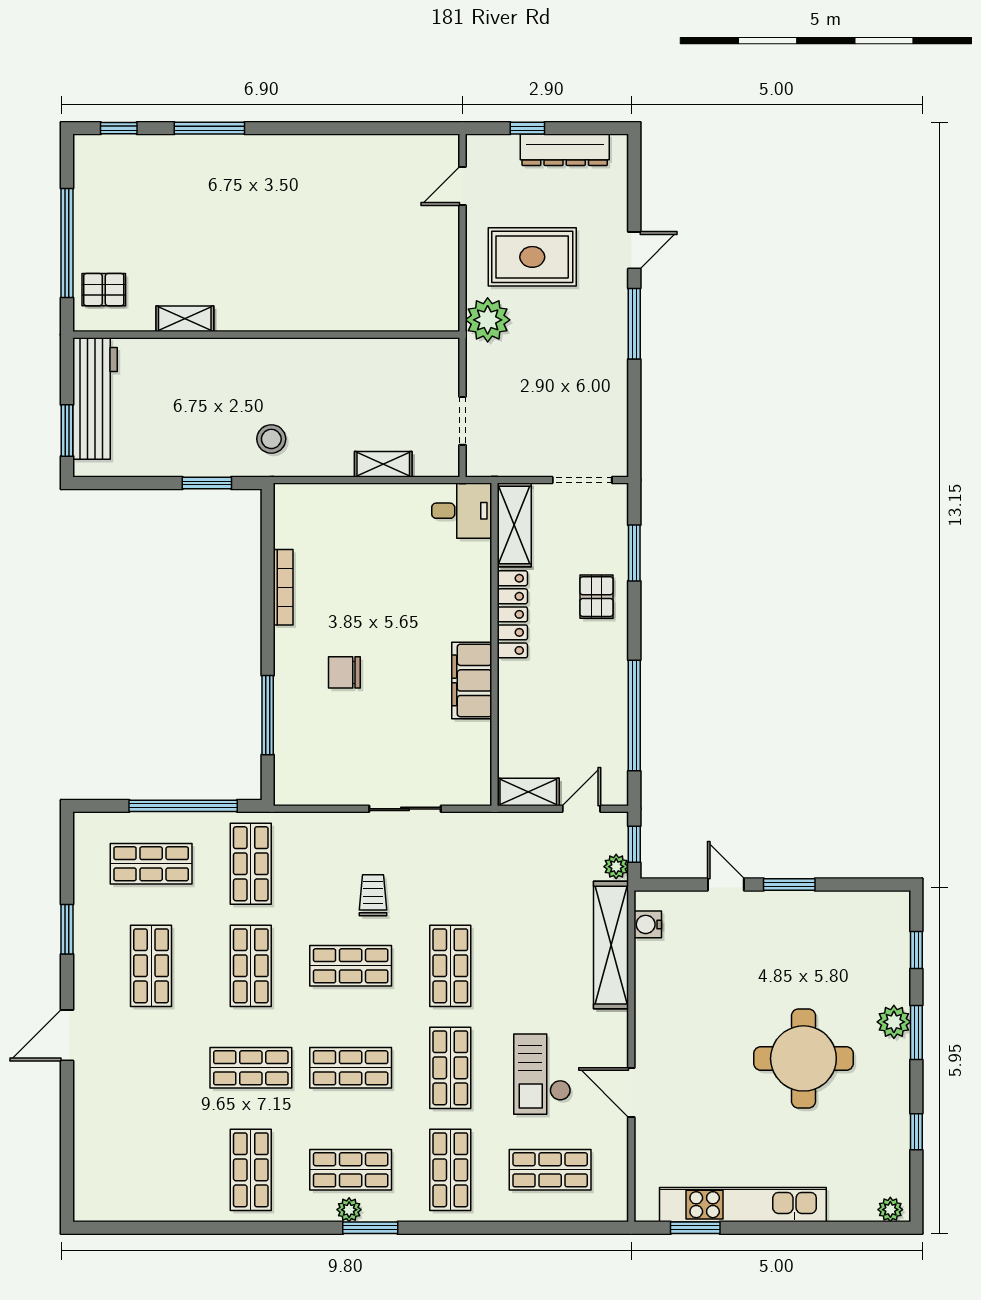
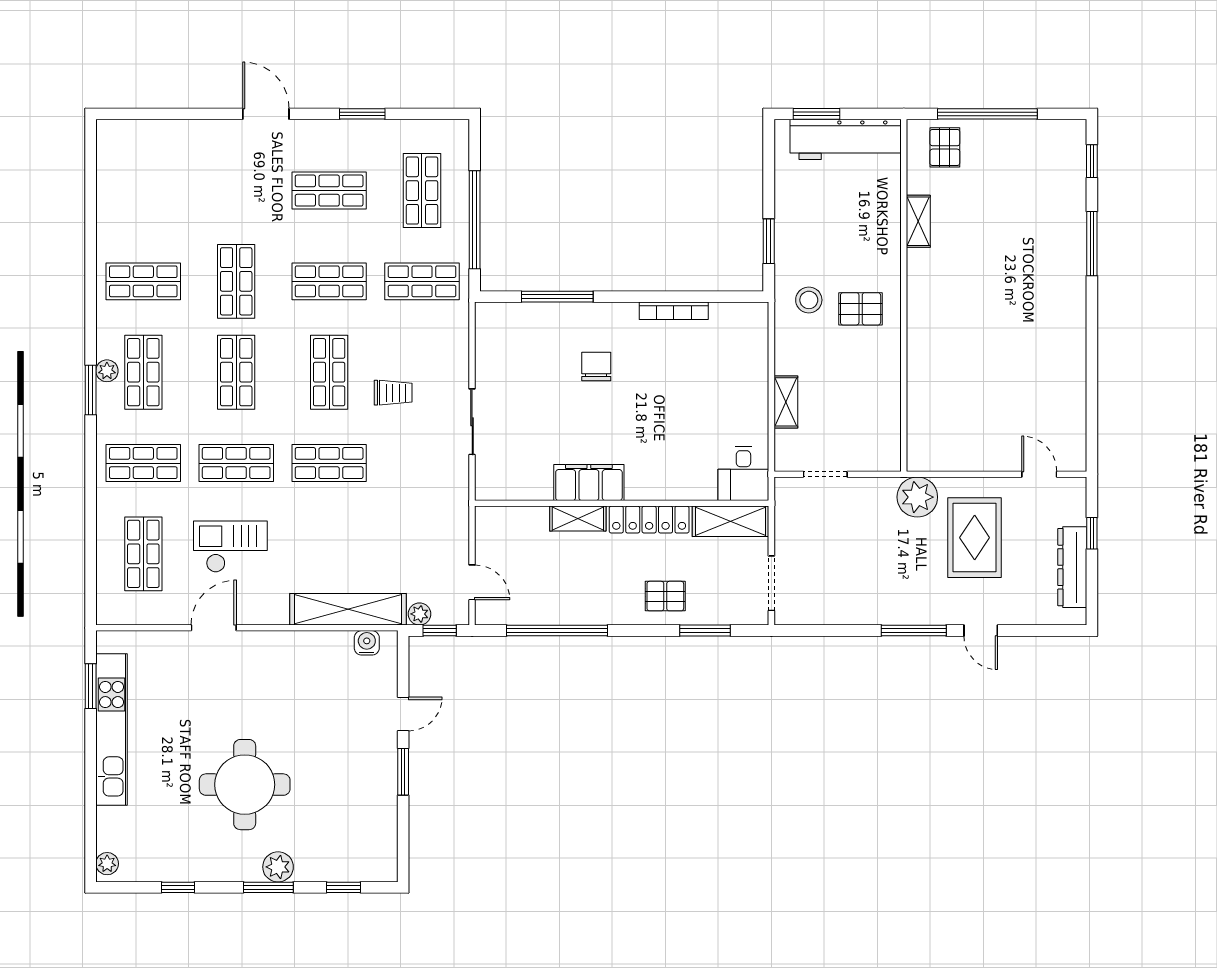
pallet: (281, 382) -> (861, 309), added
shelving: (528, 792) -> (578, 519), moved, turned 90

